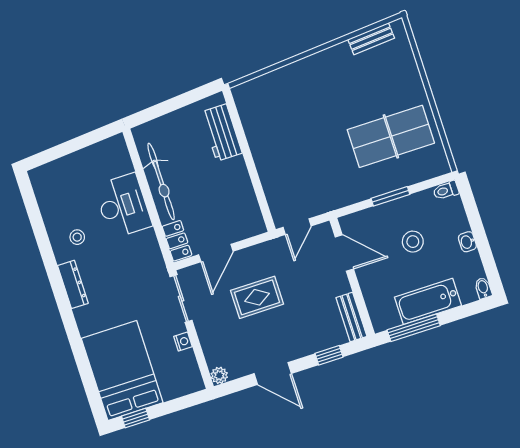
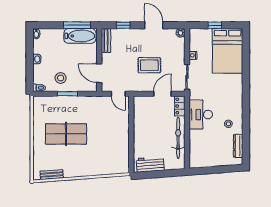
workbench: (222, 132) -> (150, 164), moved, turned -94
table tennis table: (391, 136) -> (66, 134), moved
desk: (123, 206) -> (201, 115), moved
door: (297, 227) -> (118, 94), swing flipped
stool: (413, 242) -> (61, 78), moved
dresser: (73, 284) -> (238, 146), moved
bathtub: (428, 301) -> (80, 36), moved
window: (136, 418) -> (215, 25), moved

